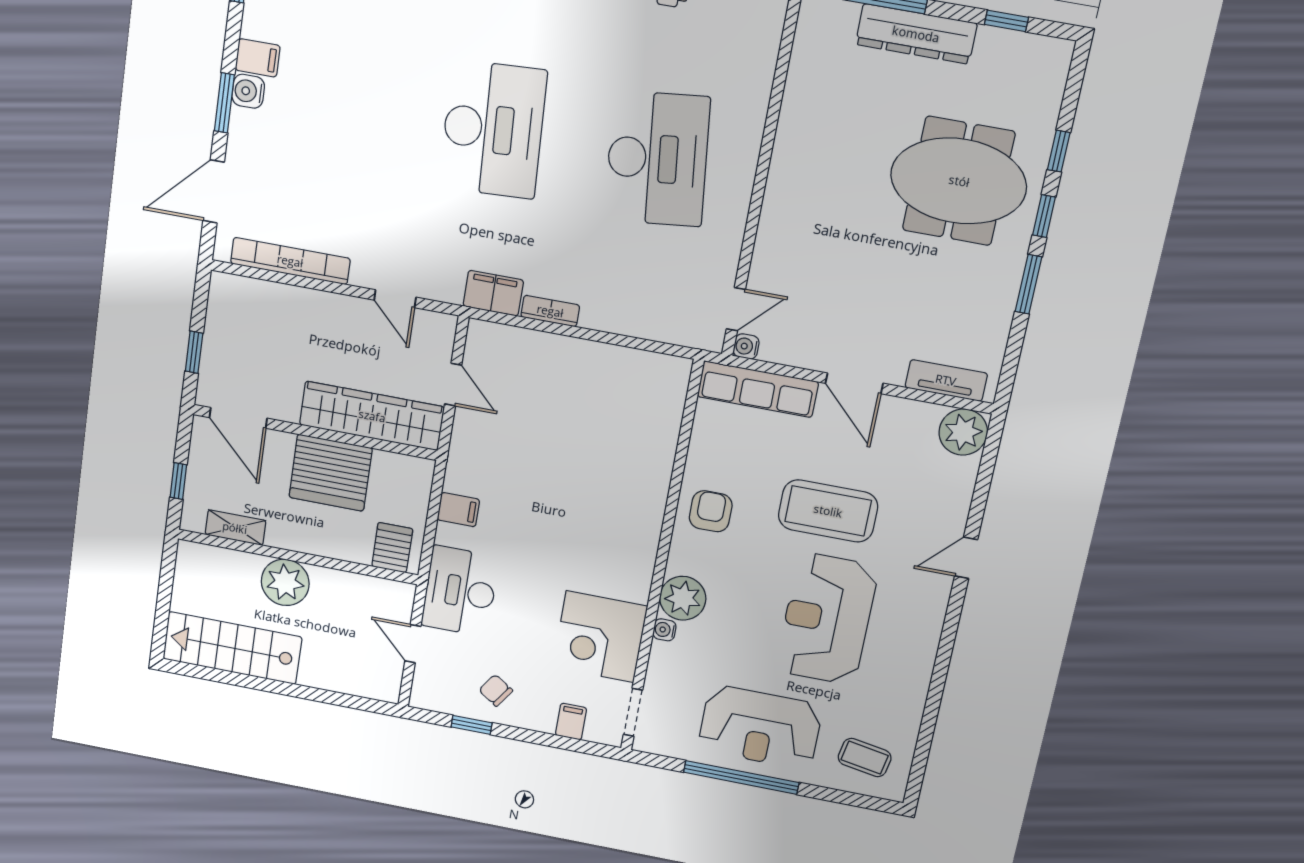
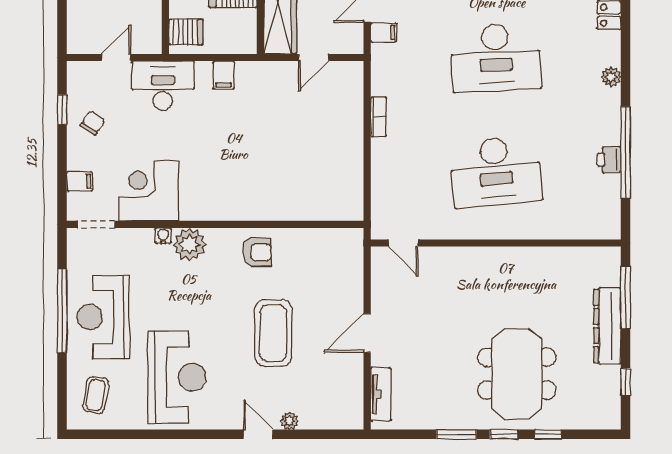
filing cabinet: (493, 293) -> (384, 32), moved, width x0.50
water cooler: (746, 346) -> (379, 255), removed
row of seats: (758, 389) -> (350, 268), removed
plant: (963, 432) -> (289, 421), moved, width x0.53, depth x0.53
reception desk: (827, 619) -> (177, 377), moved, turned 90

